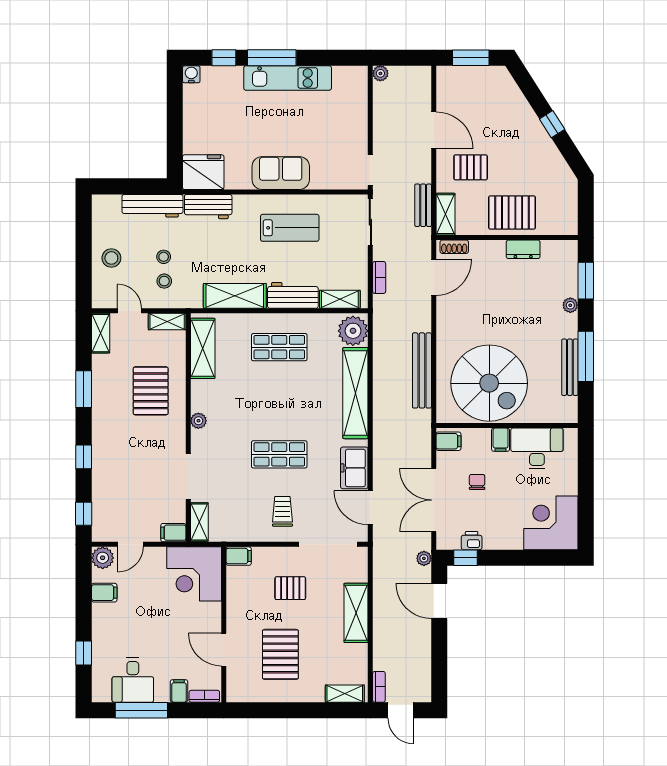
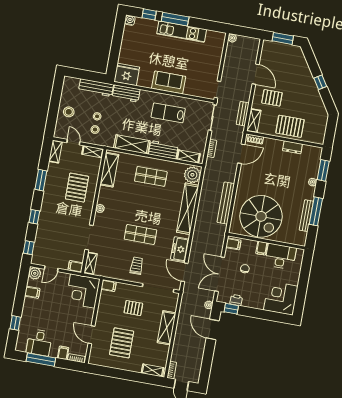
lab bench: (290, 228) -> (168, 113), turned 180

